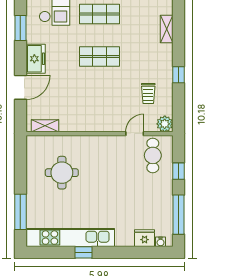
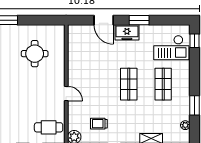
window: (20, 28) -> (139, 20), moved
shelving: (45, 126) -> (73, 40), removed
door: (135, 134) -> (66, 93), moved

